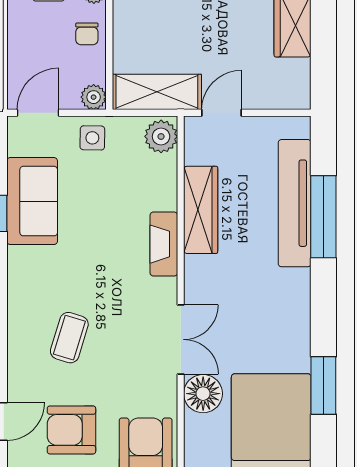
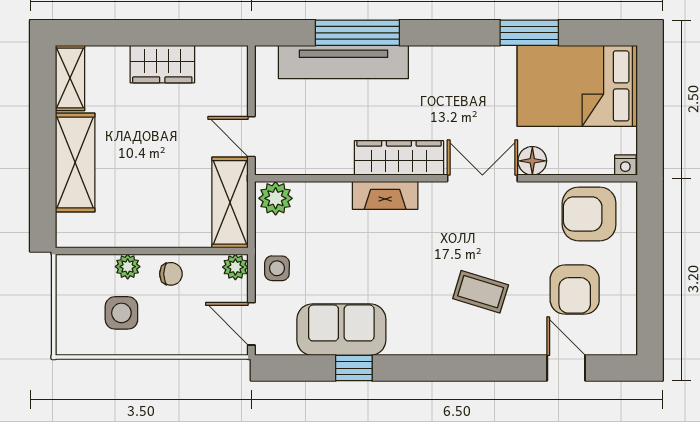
wardrobe: (201, 210) -> (399, 158), moved
floor lamp: (203, 394) -> (532, 161), width x0.73, depth x0.73

